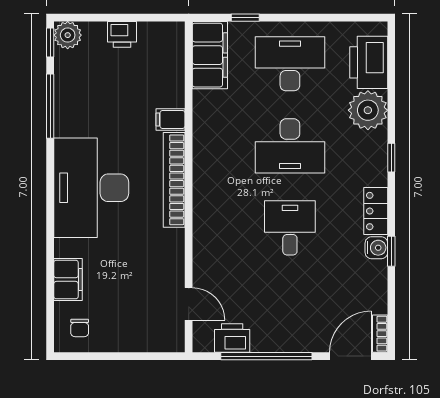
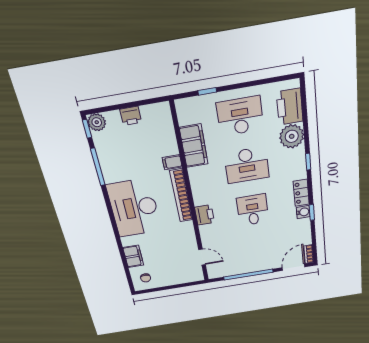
filing cabinet: (210, 55) -> (194, 146), moved
printer: (232, 338) -> (204, 215), moved, turned 90

